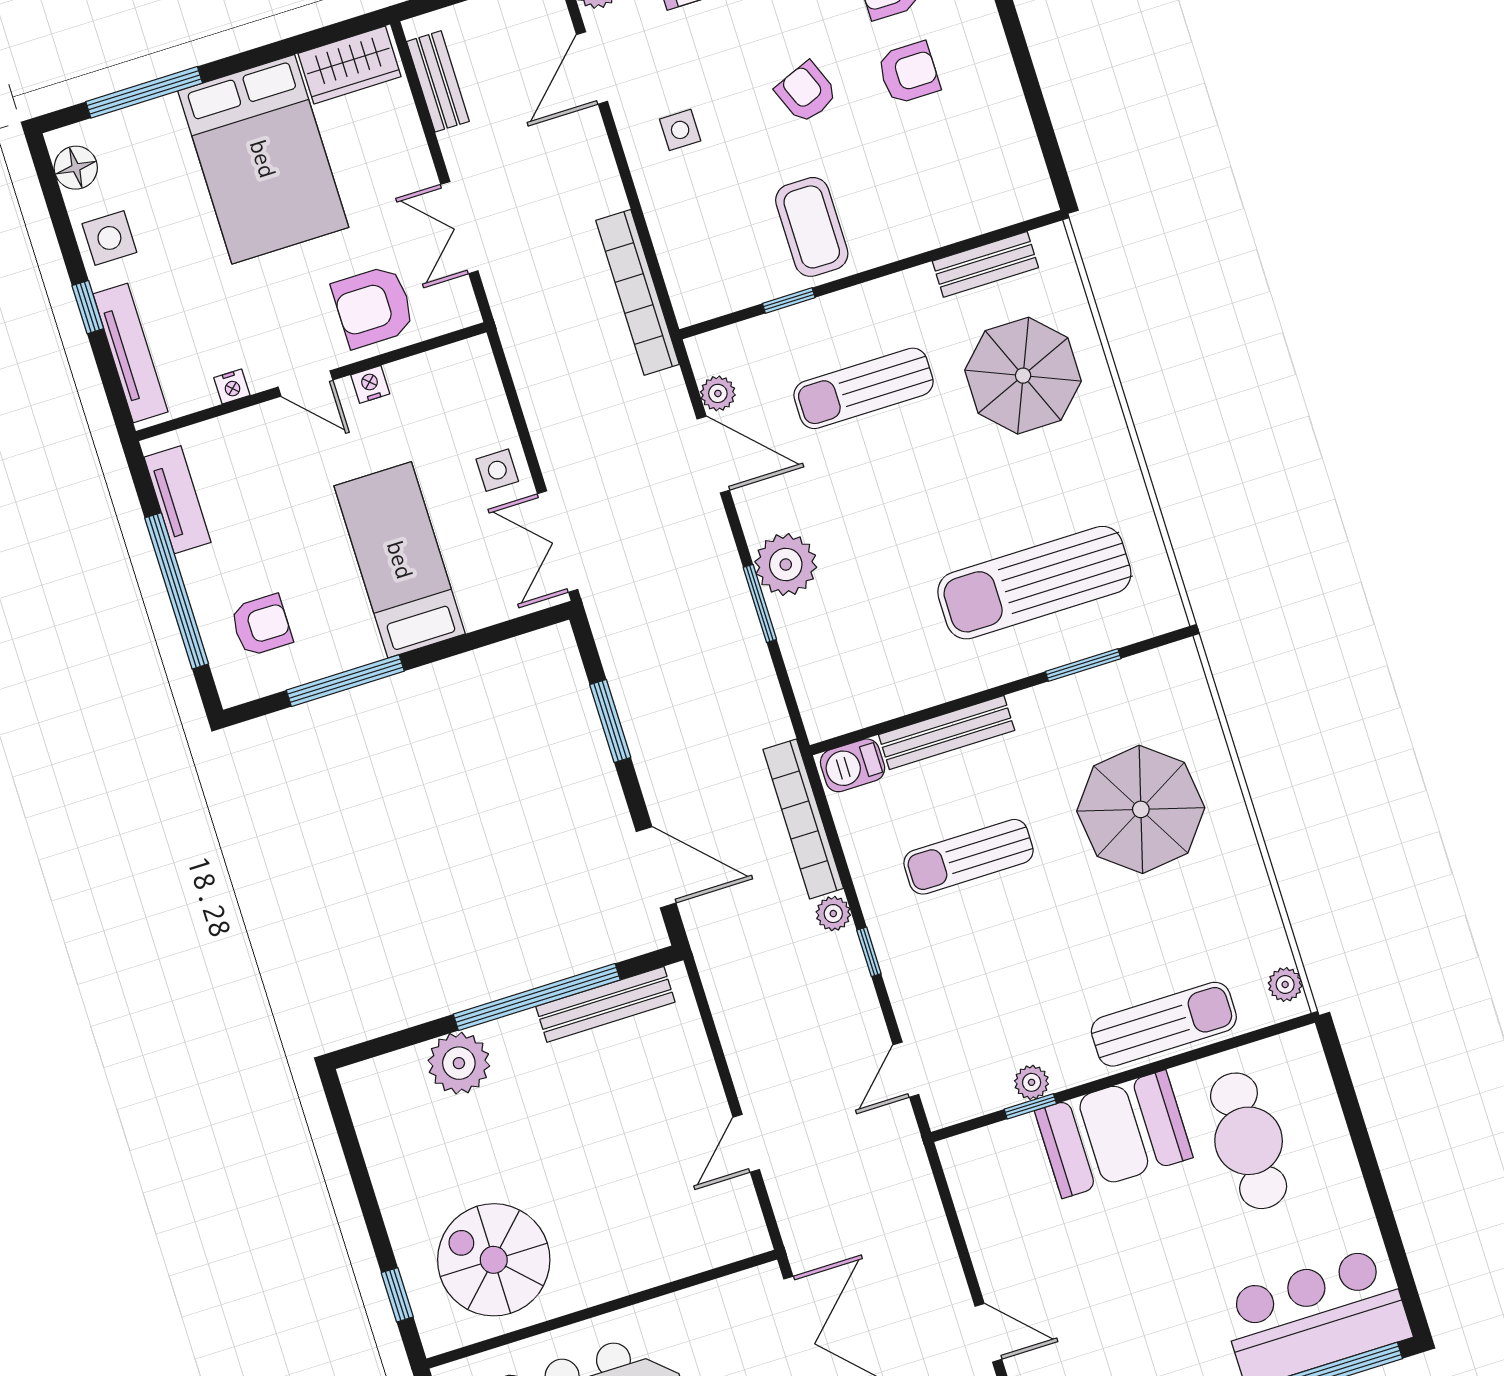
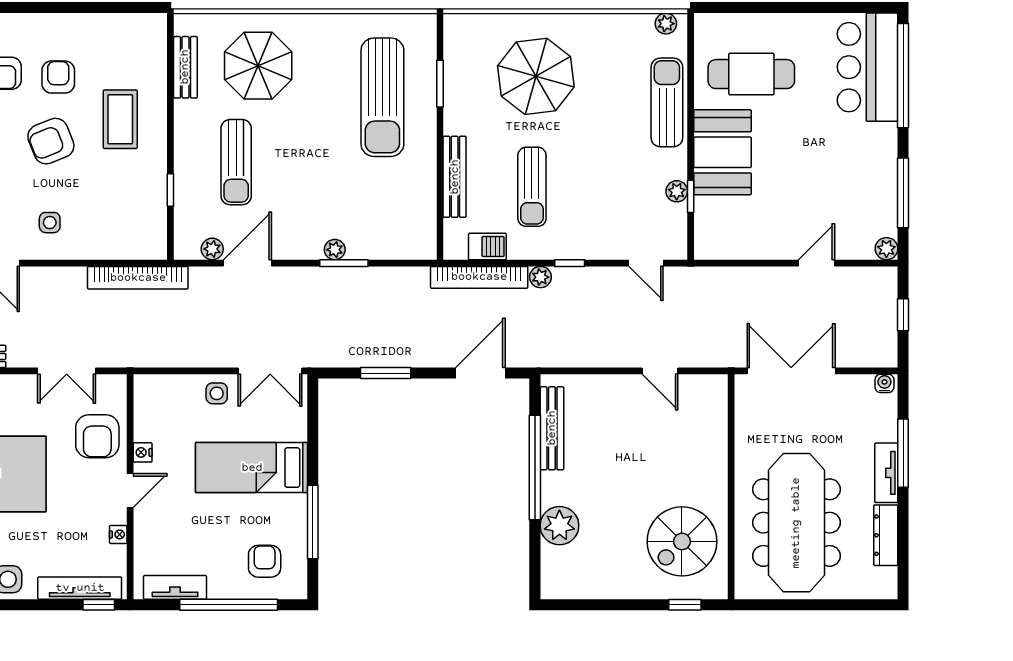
armchair: (806, 92) -> (51, 141), width x1.38, depth x1.38
coffee table: (812, 227) -> (120, 119), moved, turned 90
window: (88, 307) -> (99, 605), moved
plant: (786, 565) -> (335, 250), width x0.53, depth x0.53
barbecue: (853, 765) -> (487, 247), moved, turned -90

